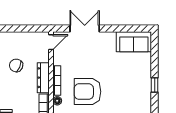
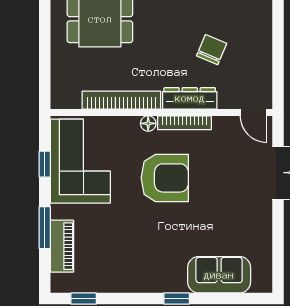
sofa: (134, 42) -> (219, 275), moved, turned 90
armchair: (87, 92) -> (165, 178), turned 90

